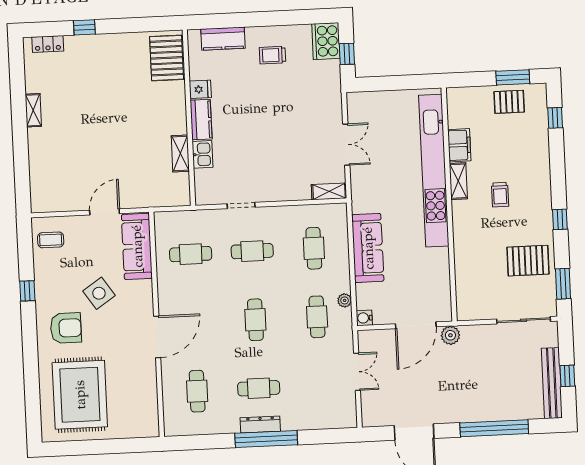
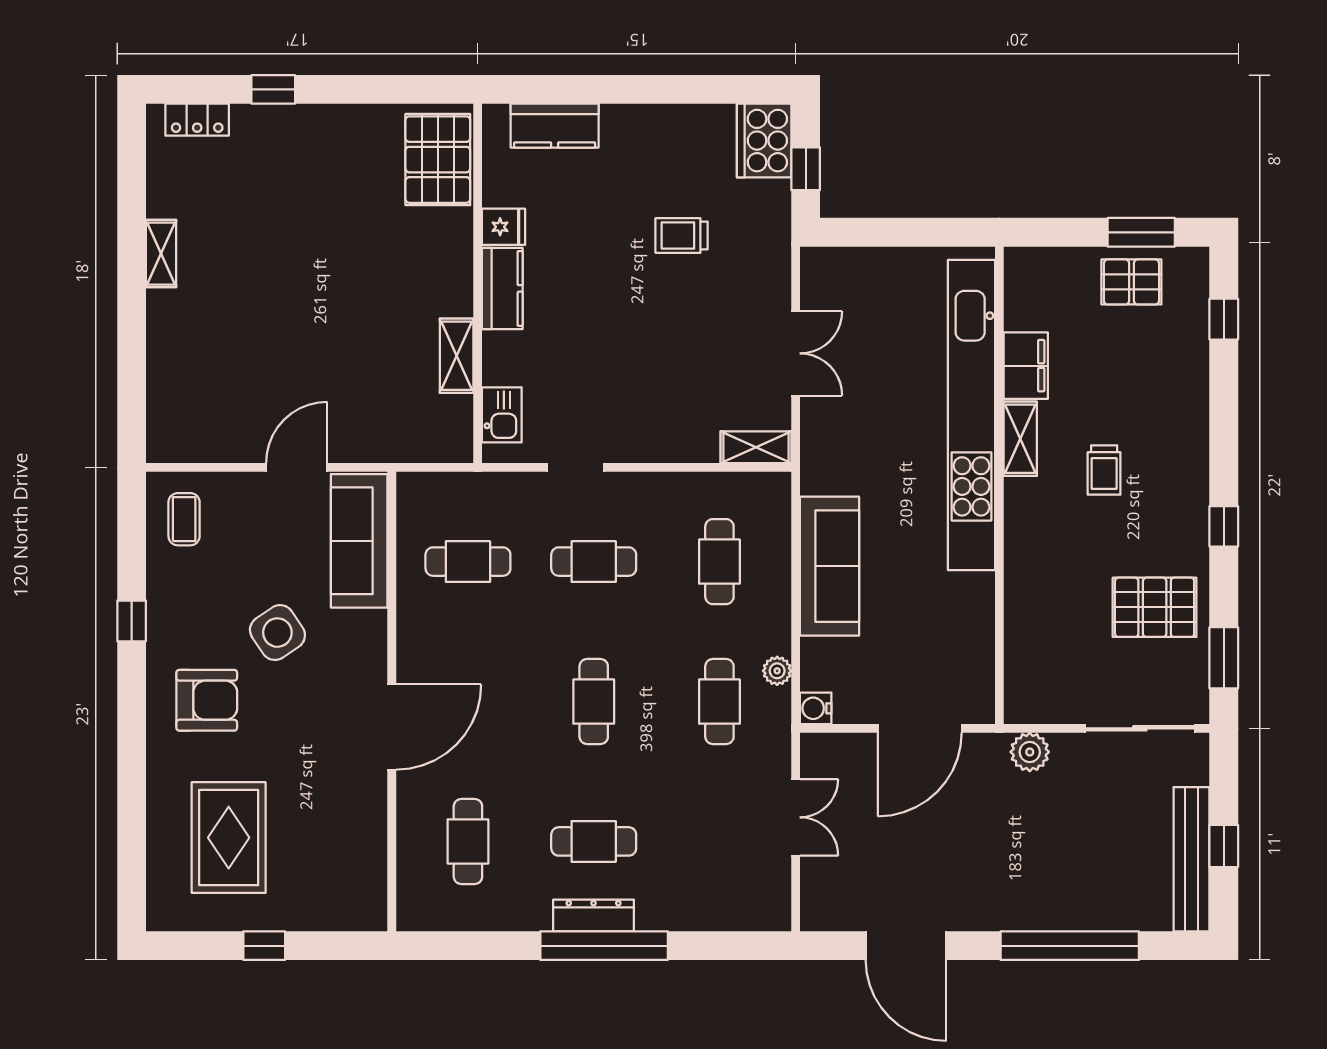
trolley: (272, 55) -> (682, 235), moved
kitchen sink: (203, 154) -> (502, 415), moved
coffee table: (51, 240) -> (184, 519), turned 90
plant: (450, 335) -> (1030, 752), moved
rug: (80, 395) -> (229, 838), width x0.73, depth x0.69
window: (100, 447) -> (264, 946), added

